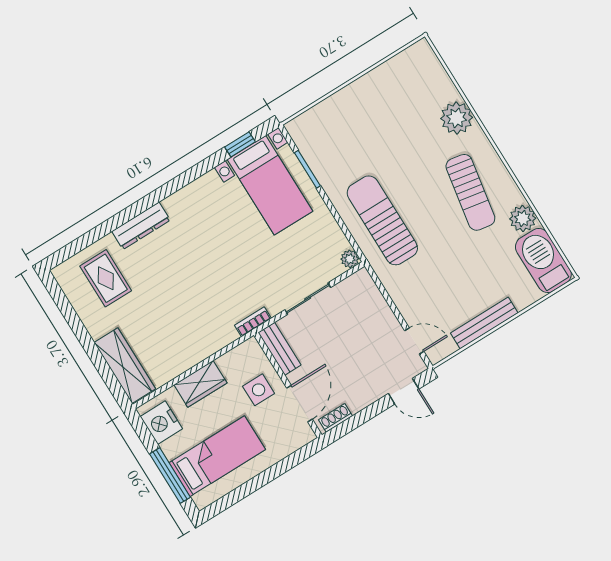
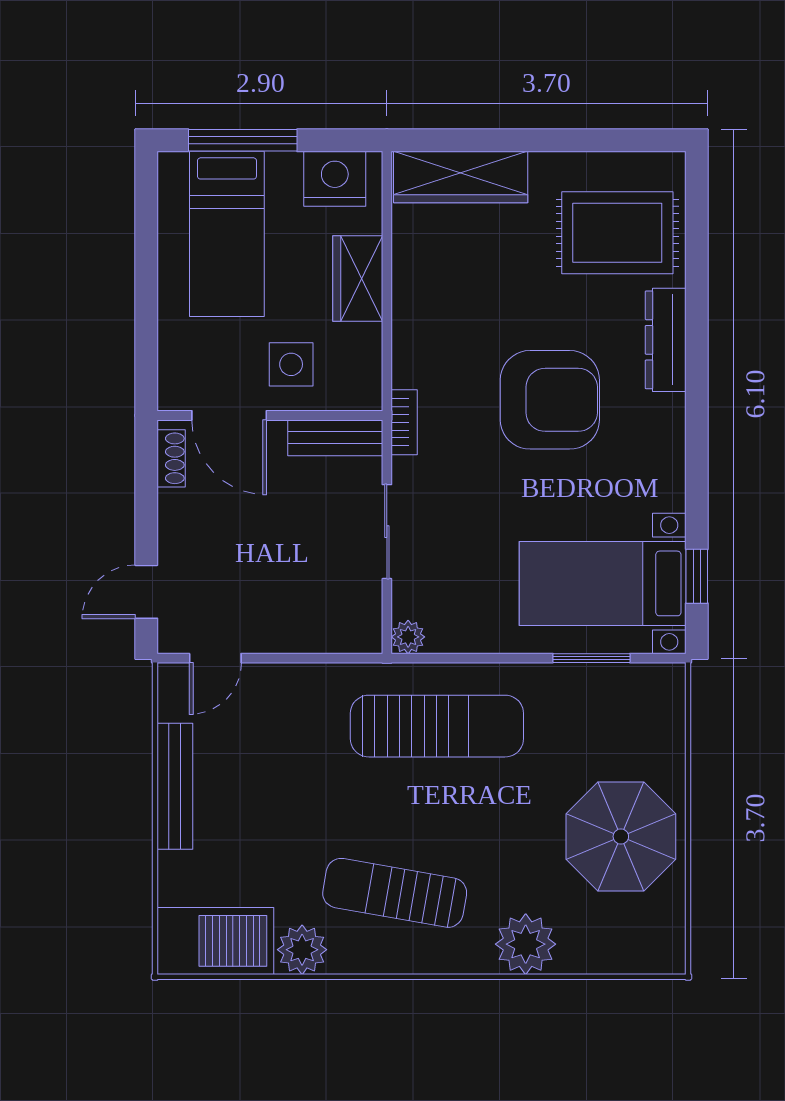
parasol: (380, 105) -> (621, 836), added
armchair: (201, 262) -> (550, 400), added
rug: (106, 278) -> (617, 233), width x1.36, depth x1.43

